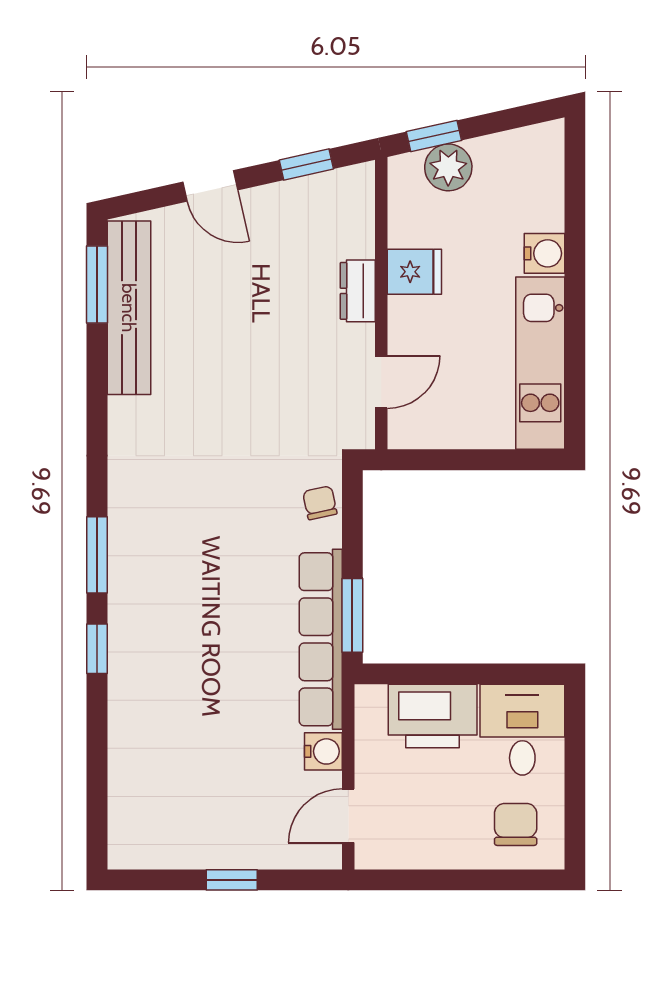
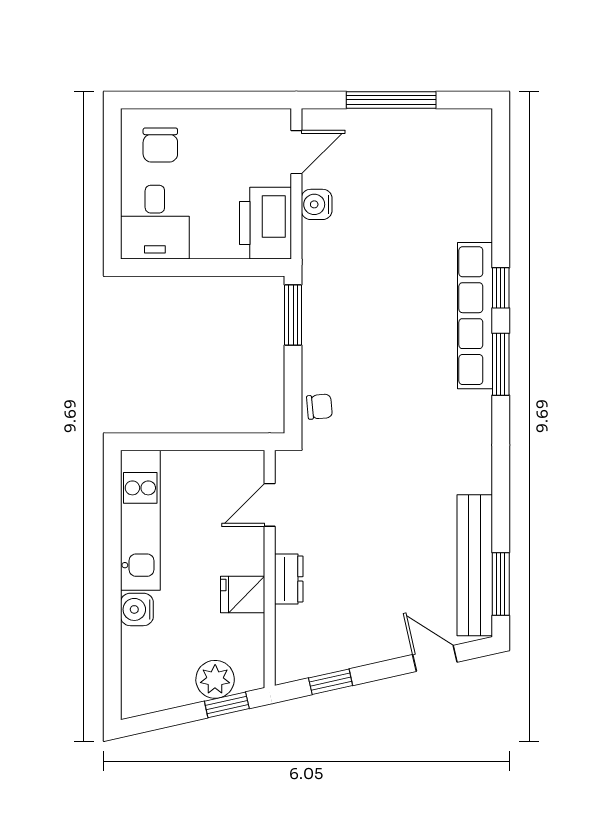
door: (210, 186) -> (435, 658), moved
chair: (320, 503) -> (319, 407), turned -83
row of seats: (321, 639) -> (475, 316), moved, turned 180
printer: (433, 716) -> (265, 223), moved, turned -90
window: (232, 880) -> (391, 100), width x2.17

